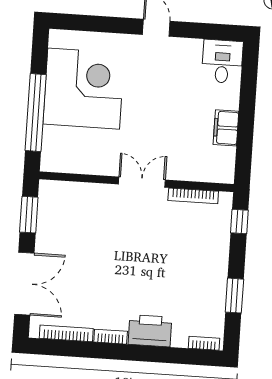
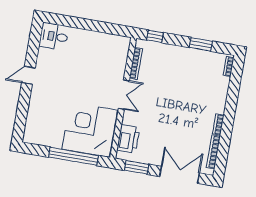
corner desk: (84, 89) -> (90, 130), moved
filing cabinet: (226, 128) -> (96, 38), removed
double door: (142, 182) -> (124, 95), swing flipped
printer: (150, 331) -> (128, 139), moved, turned 180

